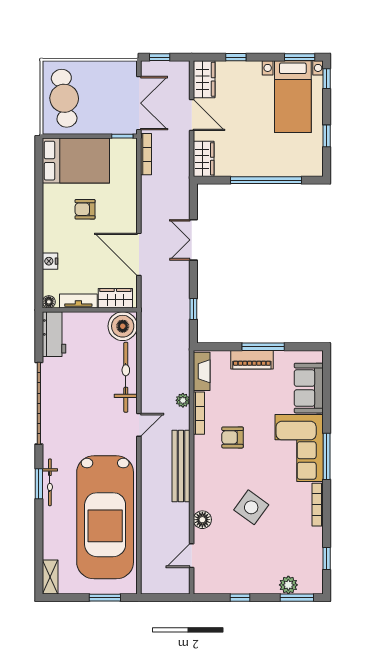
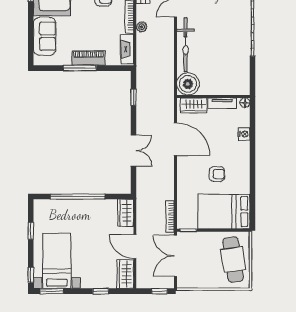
workbench: (54, 334) -> (241, 78), removed

